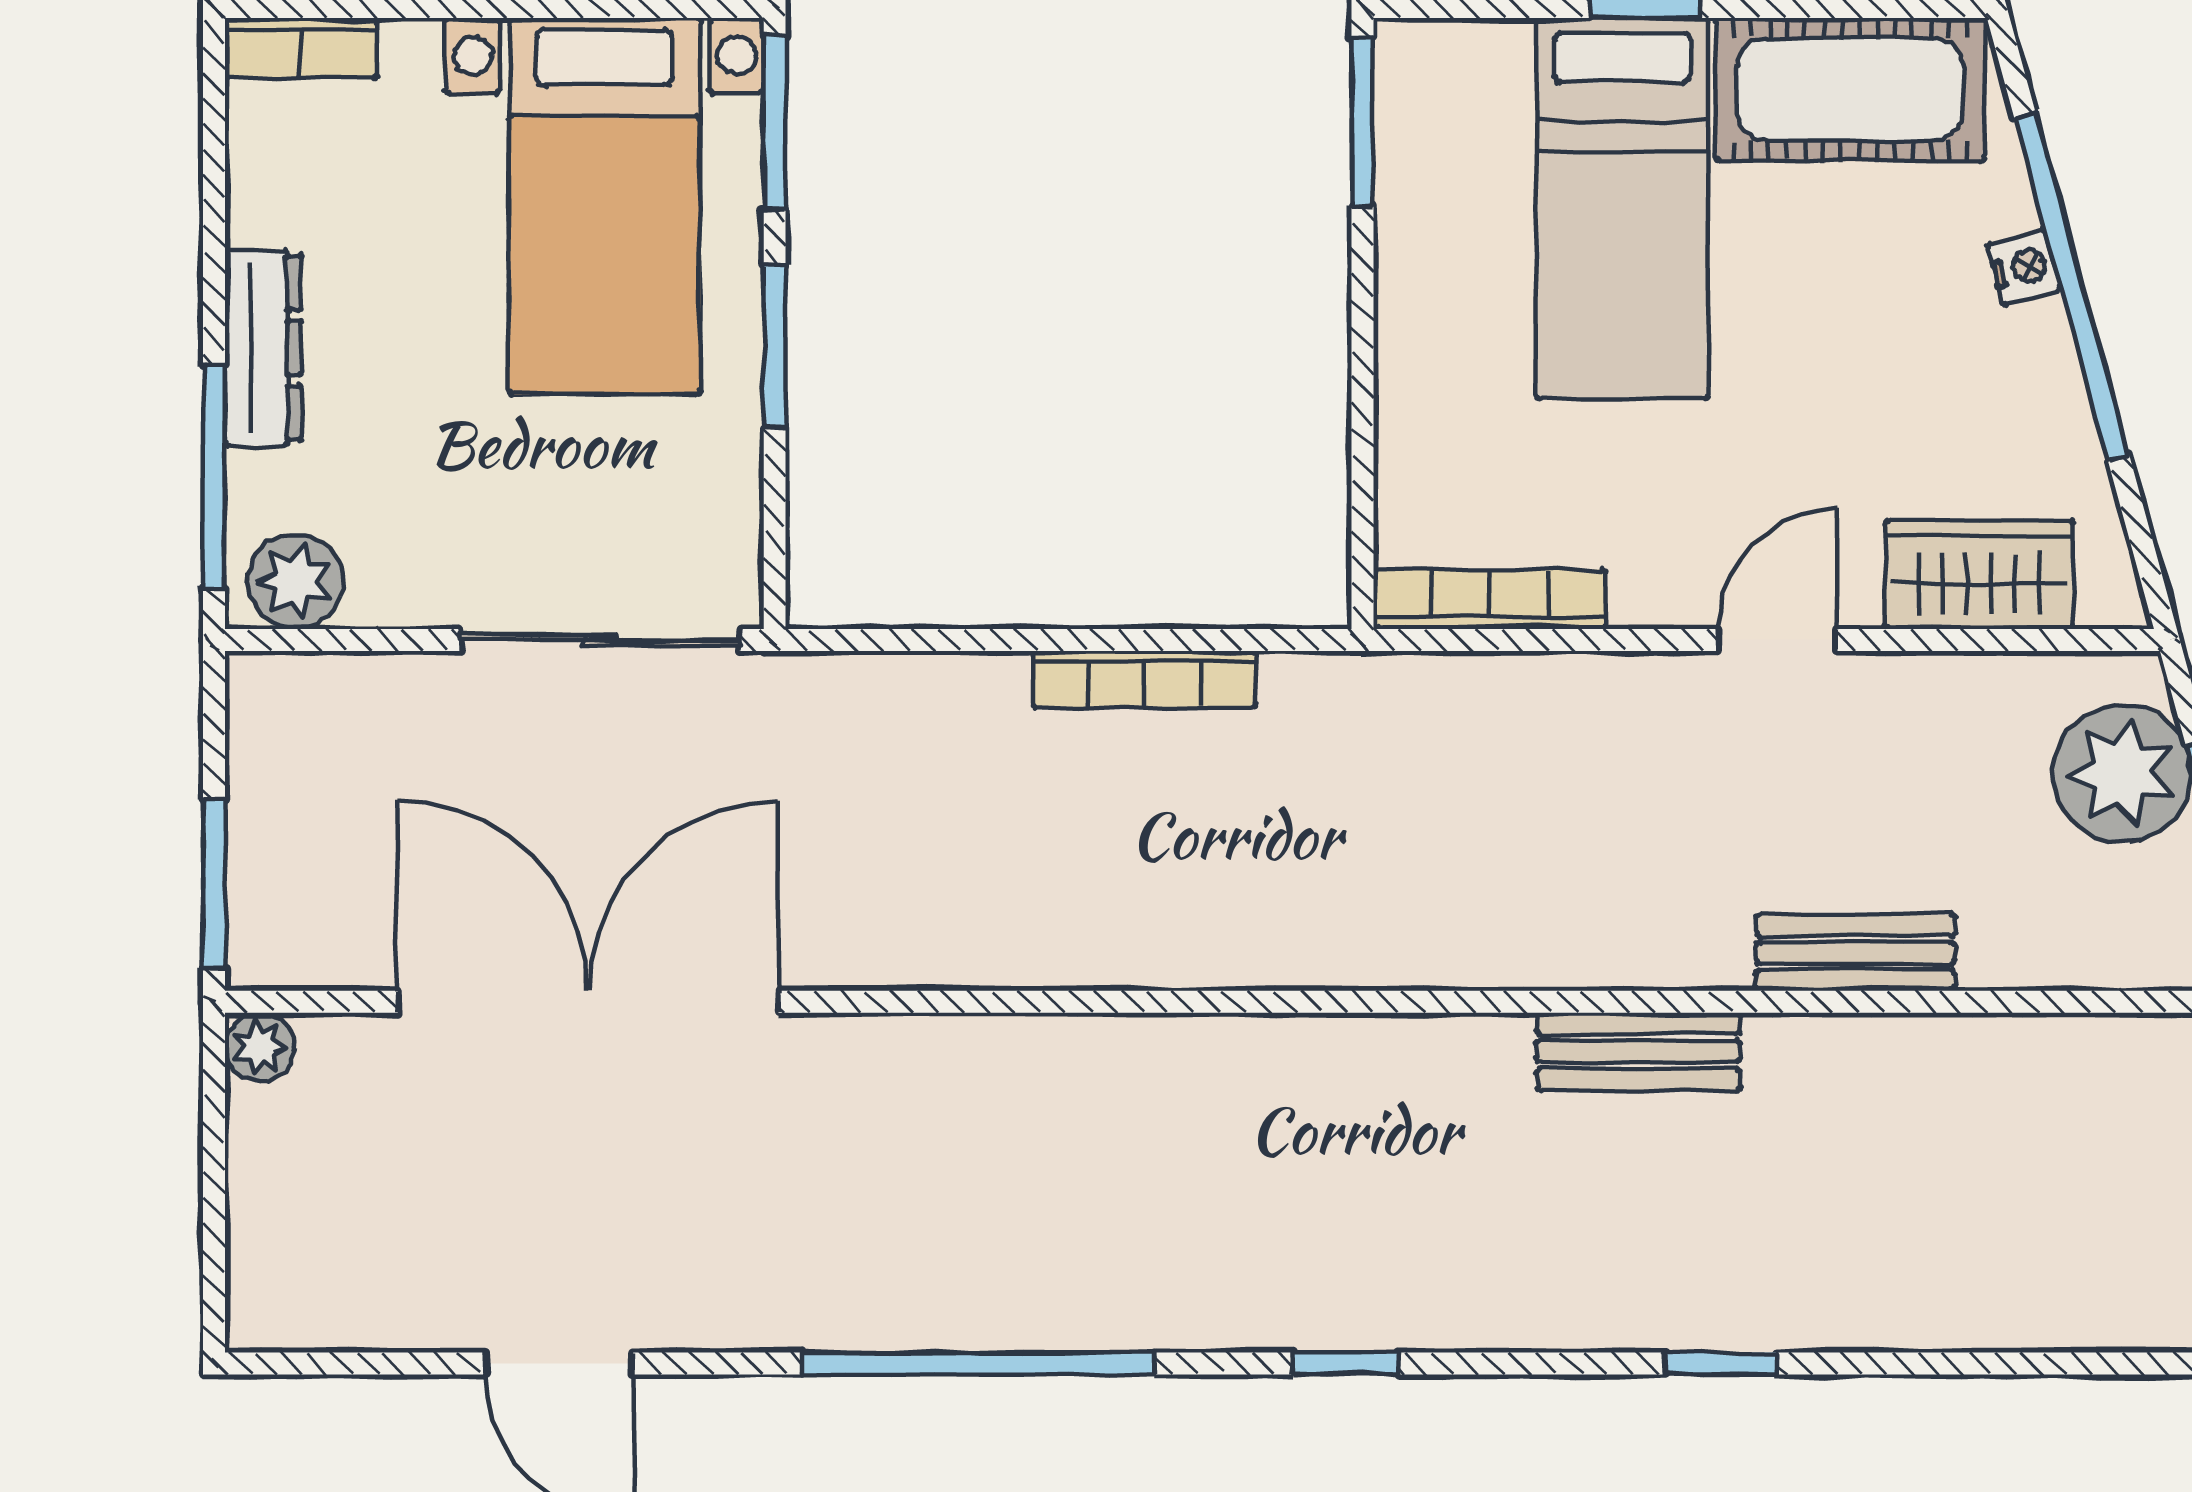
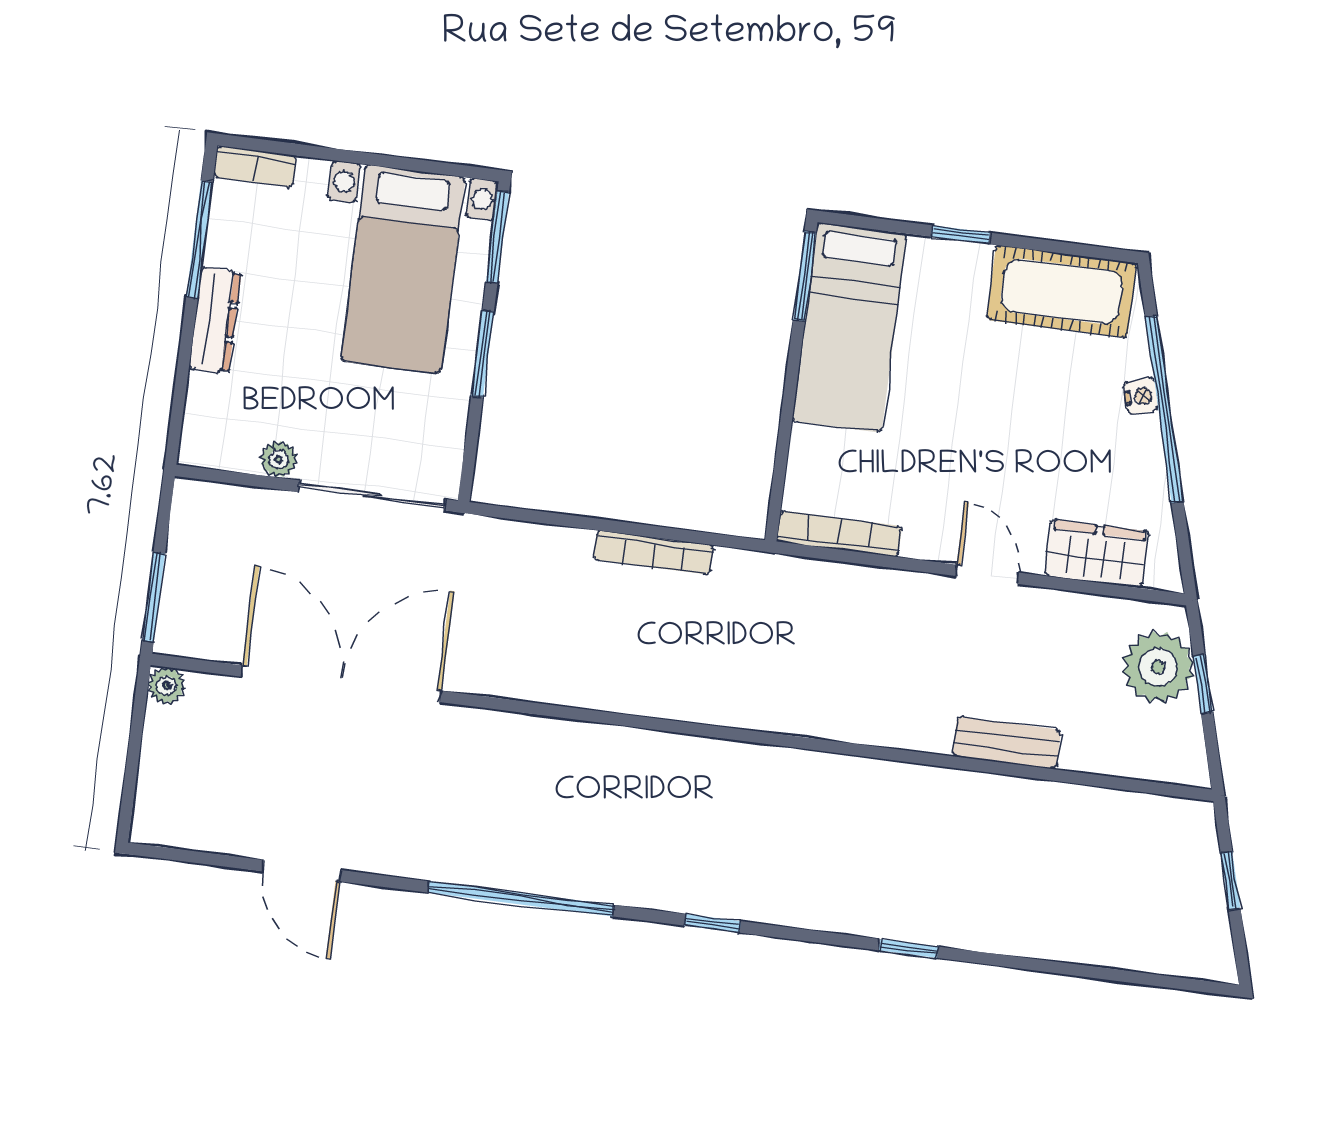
bed: (1622, 208) -> (849, 327), moved
window: (214, 477) -> (199, 240), moved
plant: (295, 581) -> (279, 459), moved, width x0.73, depth x0.73
door: (1778, 640) -> (987, 574), hinge flipped
bench: (1638, 1051) -> (887, 780), removed

